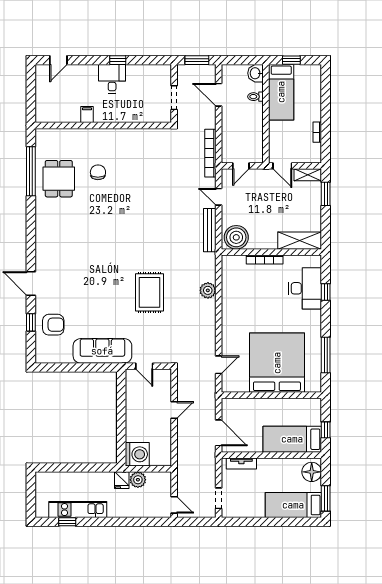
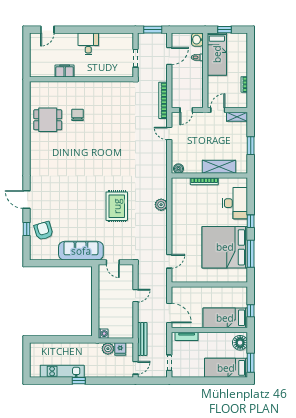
window: (118, 60) -> (93, 30), removed
door: (219, 95) -> (169, 56), swing flipped
filing cabinet: (87, 115) -> (65, 71), width x2.00
door: (282, 166) -> (218, 110), swing flipped
window: (31, 171) -> (27, 114), removed
dining table: (59, 179) -> (48, 120), turned 90
window: (326, 194) -> (251, 146), moved
bench: (210, 230) -> (142, 339), moved
boiler: (236, 237) -> (178, 169), width x0.54, depth x0.54
shelving: (300, 241) -> (219, 167), moved
window: (326, 292) -> (251, 221), moved
armchair: (53, 325) -> (44, 231), turned -107
bed: (277, 363) -> (225, 247), moved, turned -90
washing machine: (137, 454) -> (103, 334), width x0.53, depth x0.53
fridge: (122, 480) -> (120, 349), moved
door: (174, 505) -> (135, 368), hinge flipped
window: (67, 522) -> (79, 381), moved

